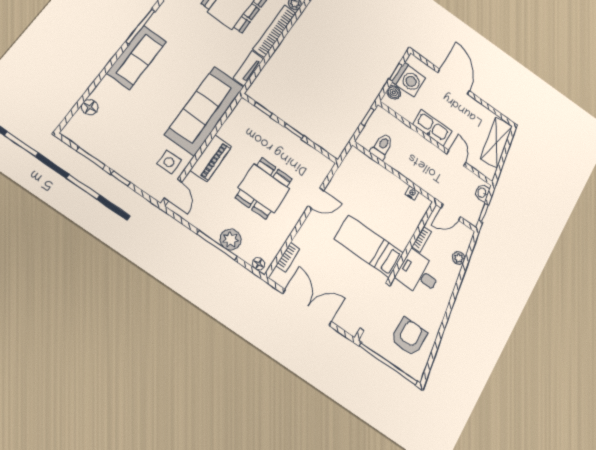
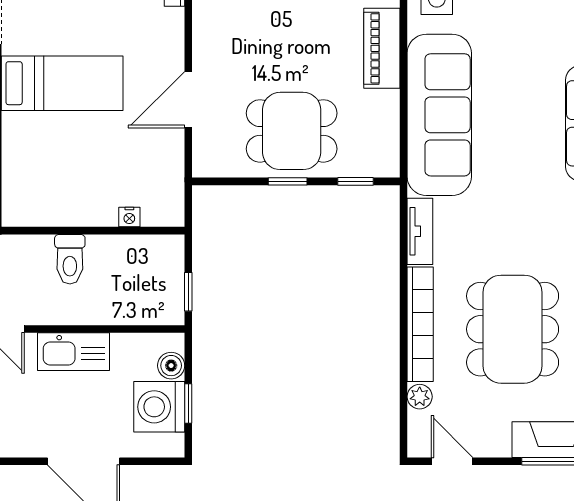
toilet: (382, 146) -> (70, 259), moved
dining table: (264, 188) -> (292, 131), moved, turned 90
nightstand: (412, 193) -> (129, 217), moved
door: (316, 198) -> (188, 100), width x1.38

